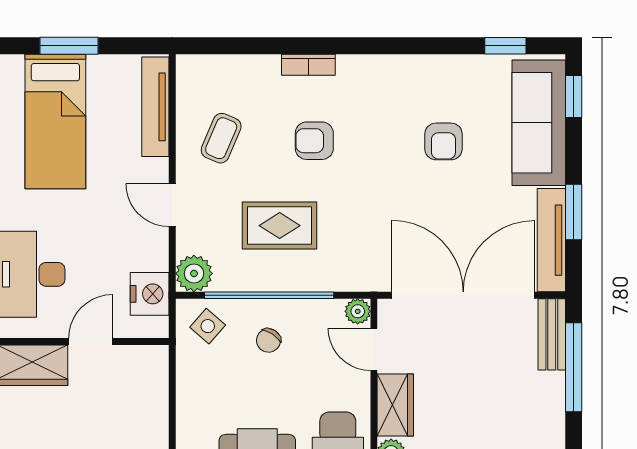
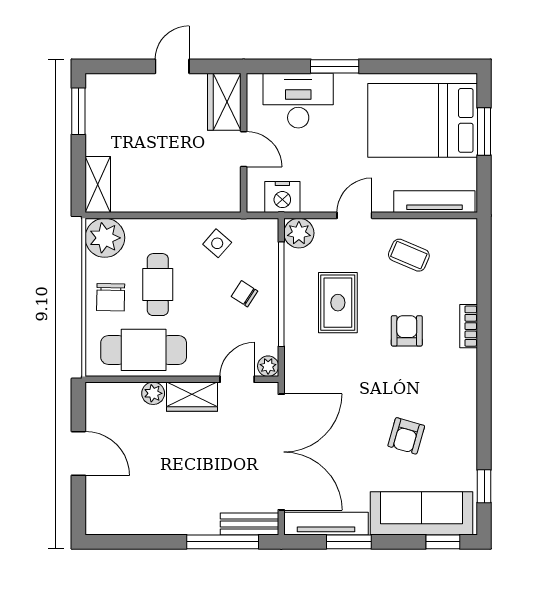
bed: (55, 121) -> (423, 120), width x1.50
armchair: (443, 141) -> (406, 436), turned -74
side table: (208, 326) -> (217, 243), moved

